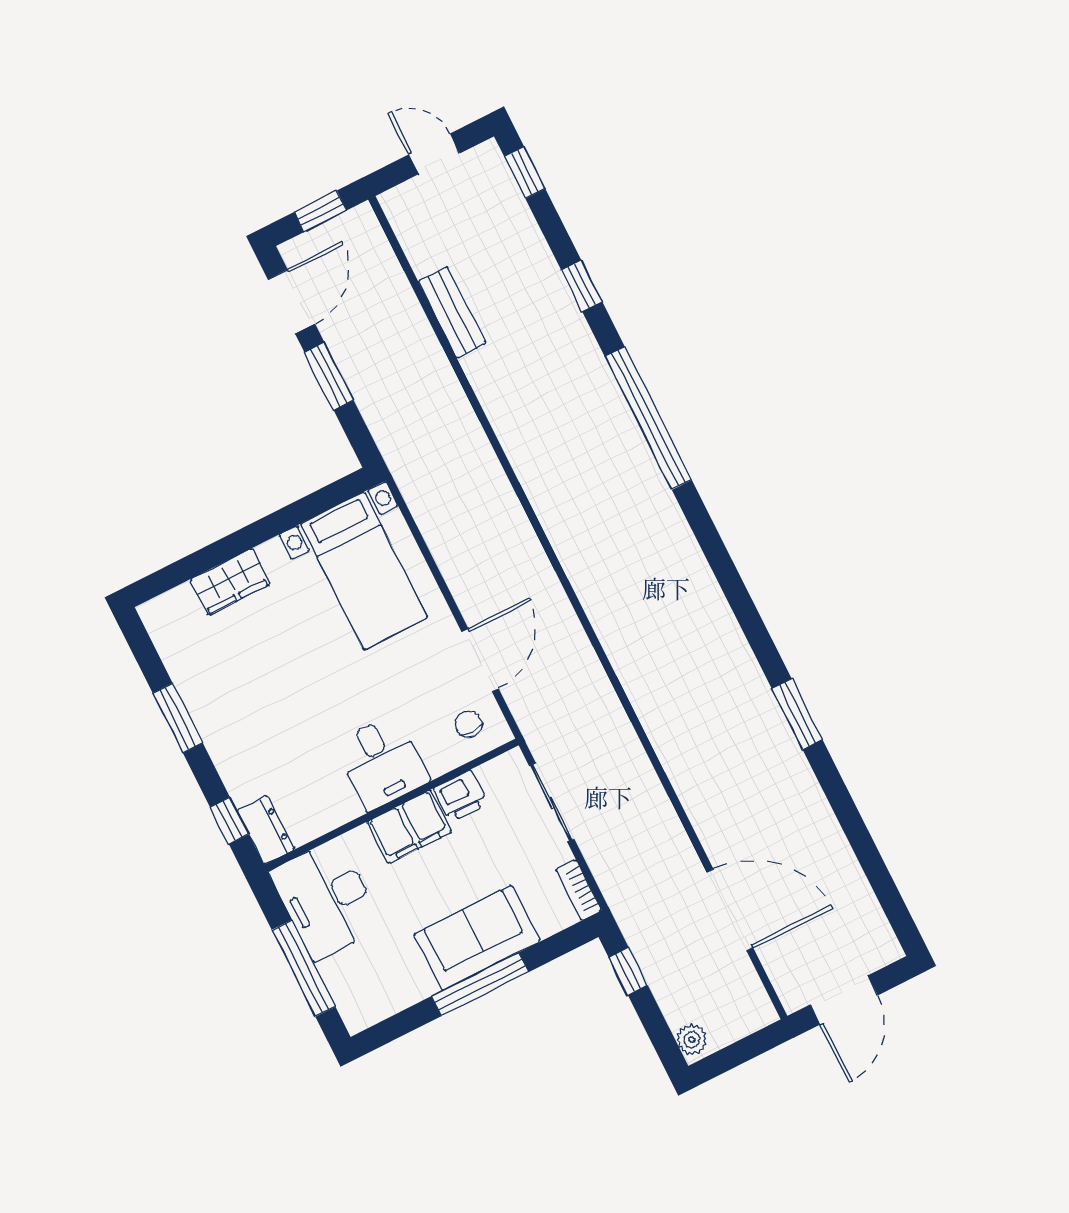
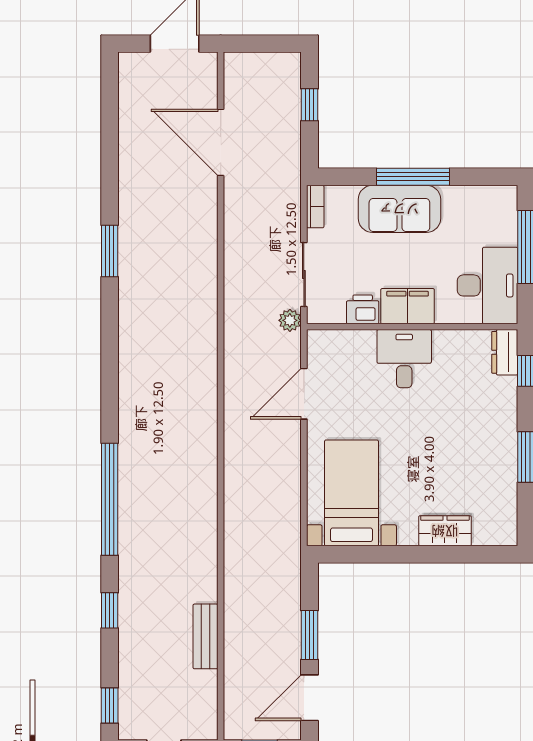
chair: (469, 724) -> (333, 355), removed
window: (628, 971) -> (309, 105), moved
plant: (692, 1040) -> (290, 320), moved

